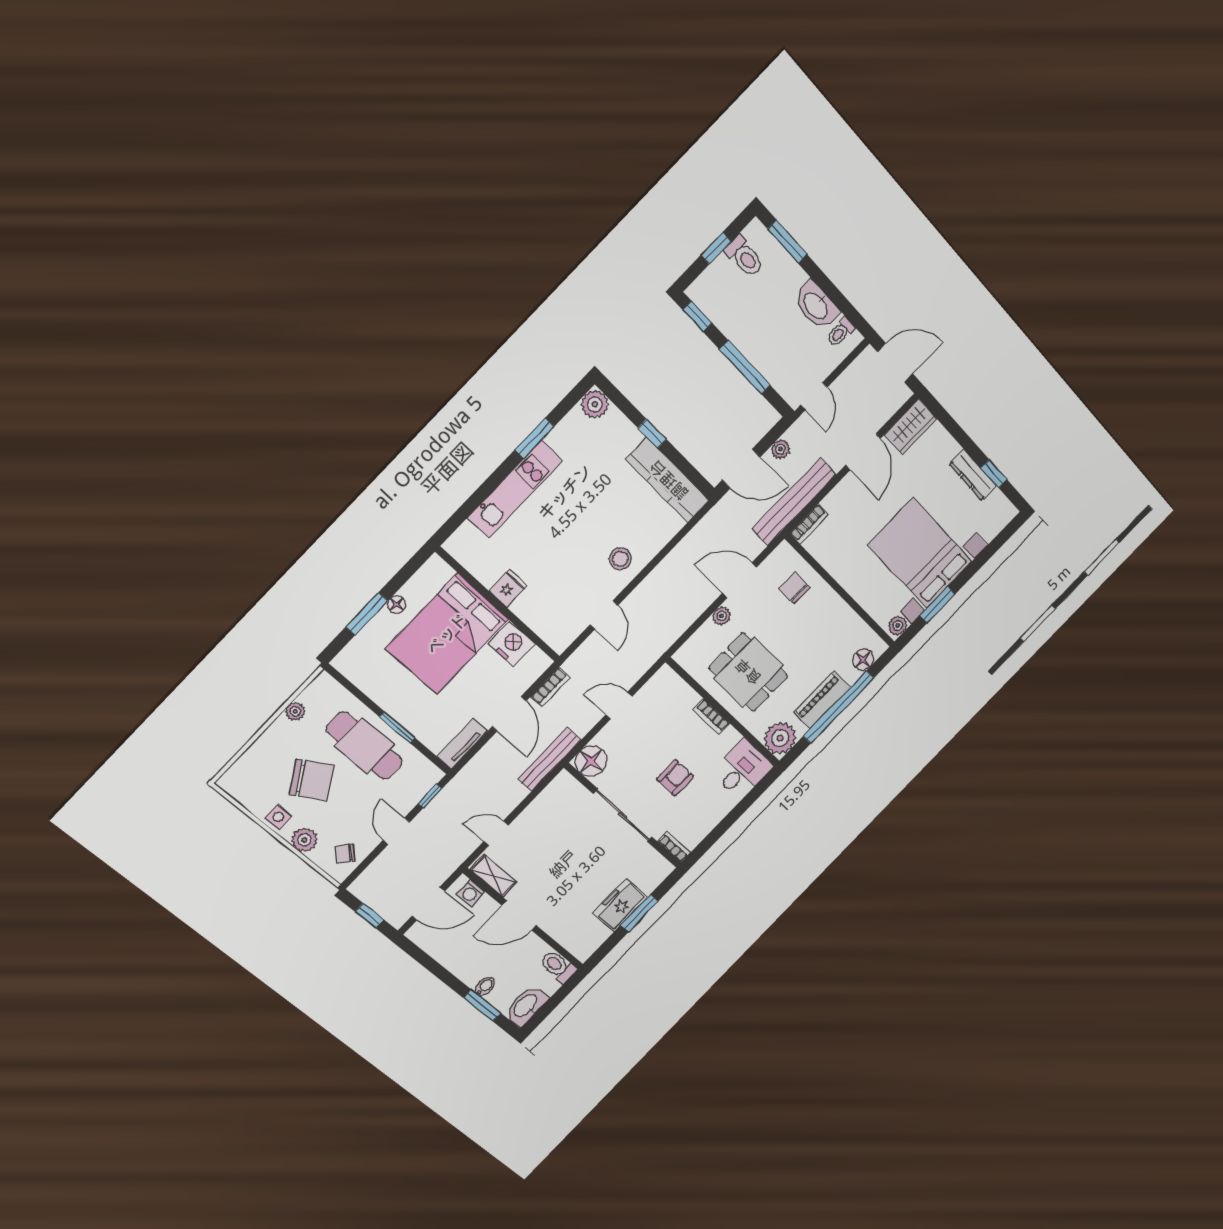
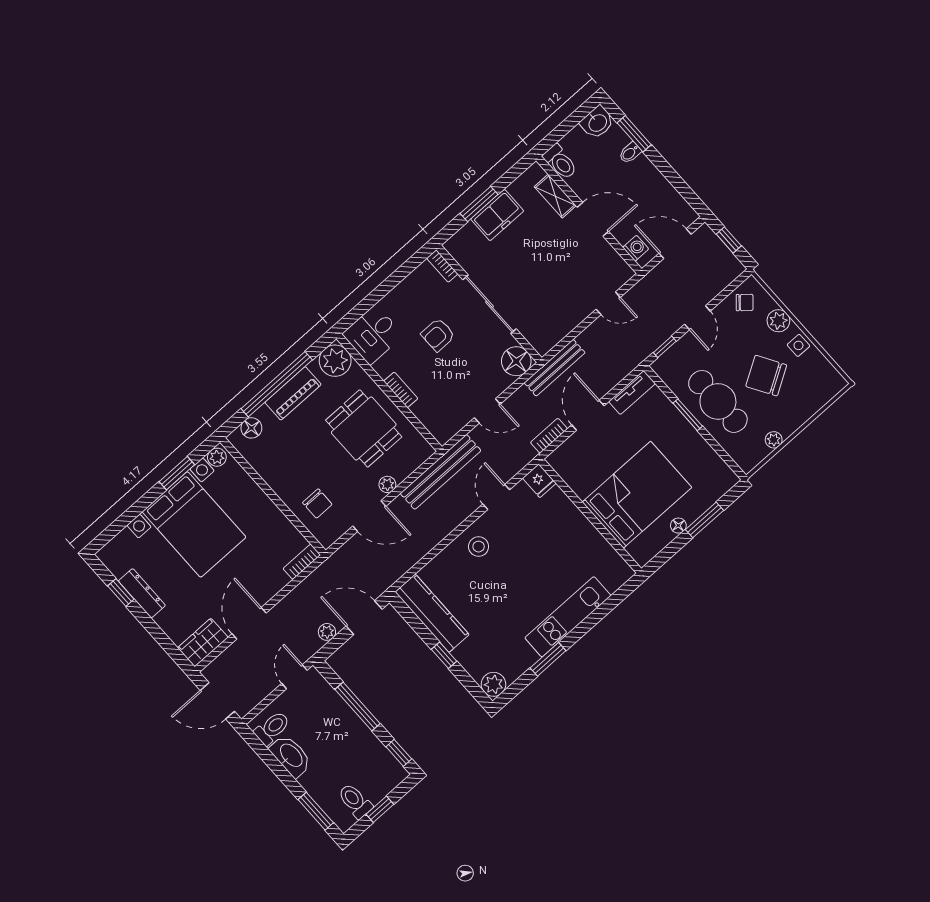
toilet: (841, 332) -> (272, 728), width x1.37, depth x1.39
bench: (794, 502) -> (441, 472), moved
fridge: (508, 588) -> (539, 481), moved, turned -90
nightstand: (512, 644) -> (581, 479), removed
shelving: (493, 876) -> (555, 196), moved
washbasin: (526, 1006) -> (597, 122), width x0.72

